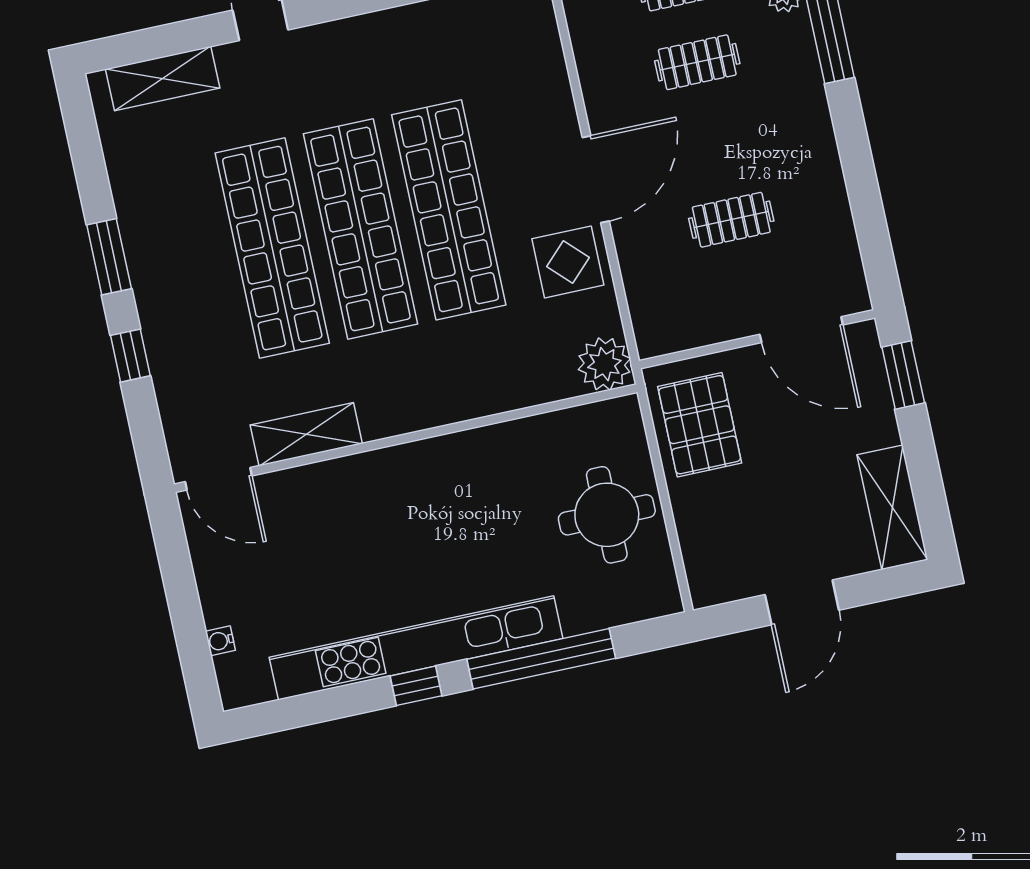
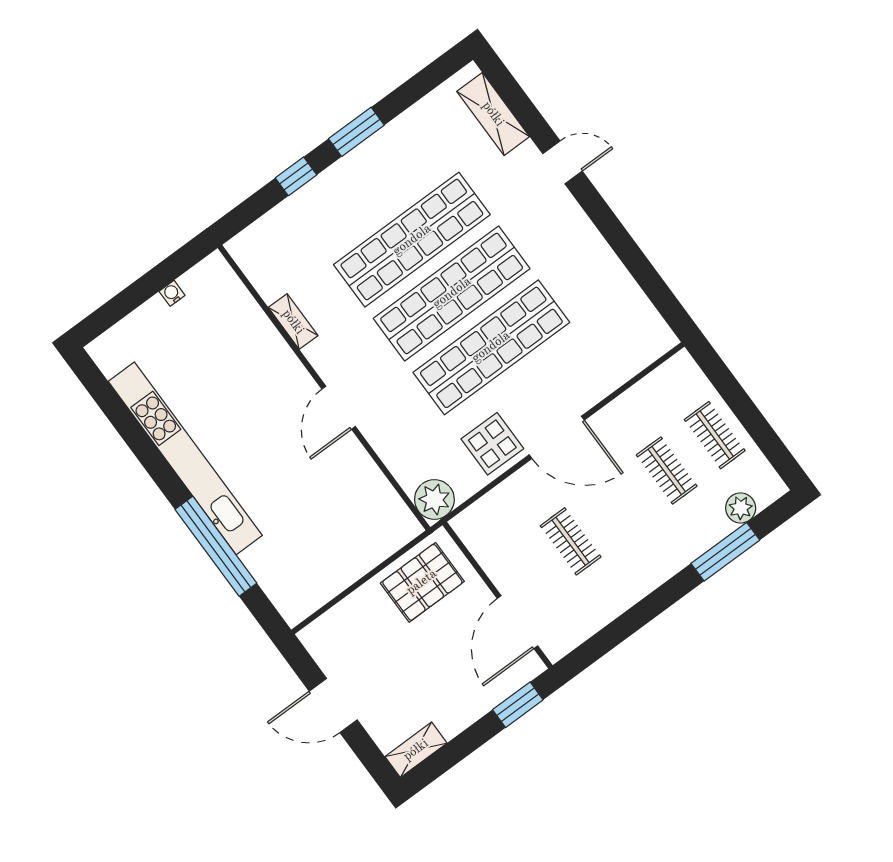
shelving: (306, 434) -> (293, 322), width x0.67, depth x0.75
door: (219, 479) -> (339, 408), moved
shelving: (892, 507) -> (416, 750), width x0.67, depth x0.75
round table: (607, 515) -> (333, 547), removed
water cooler: (220, 641) -> (172, 293), moved
window: (416, 686) -> (160, 470), removed

